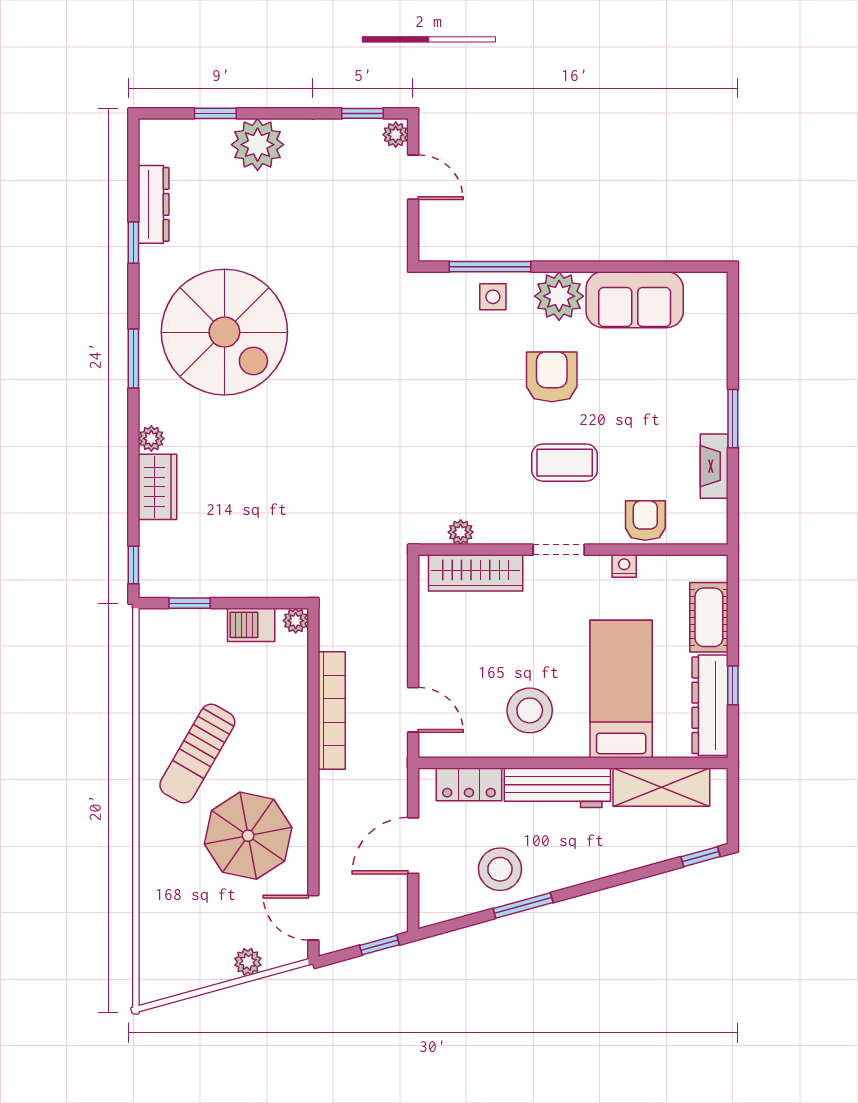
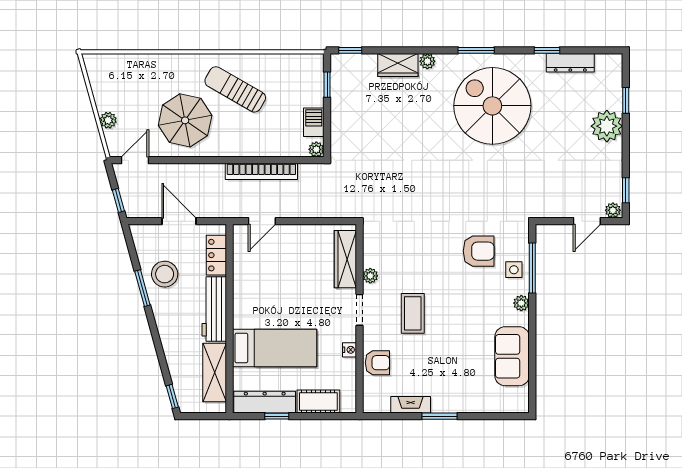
plant: (559, 296) -> (521, 303), width x0.53, depth x0.53
spiral stairs: (224, 332) -> (492, 106), turned 90
armchair: (552, 377) -> (479, 251), moved
plant: (461, 532) -> (370, 276), moved
stool: (530, 710) -> (261, 292), removed

